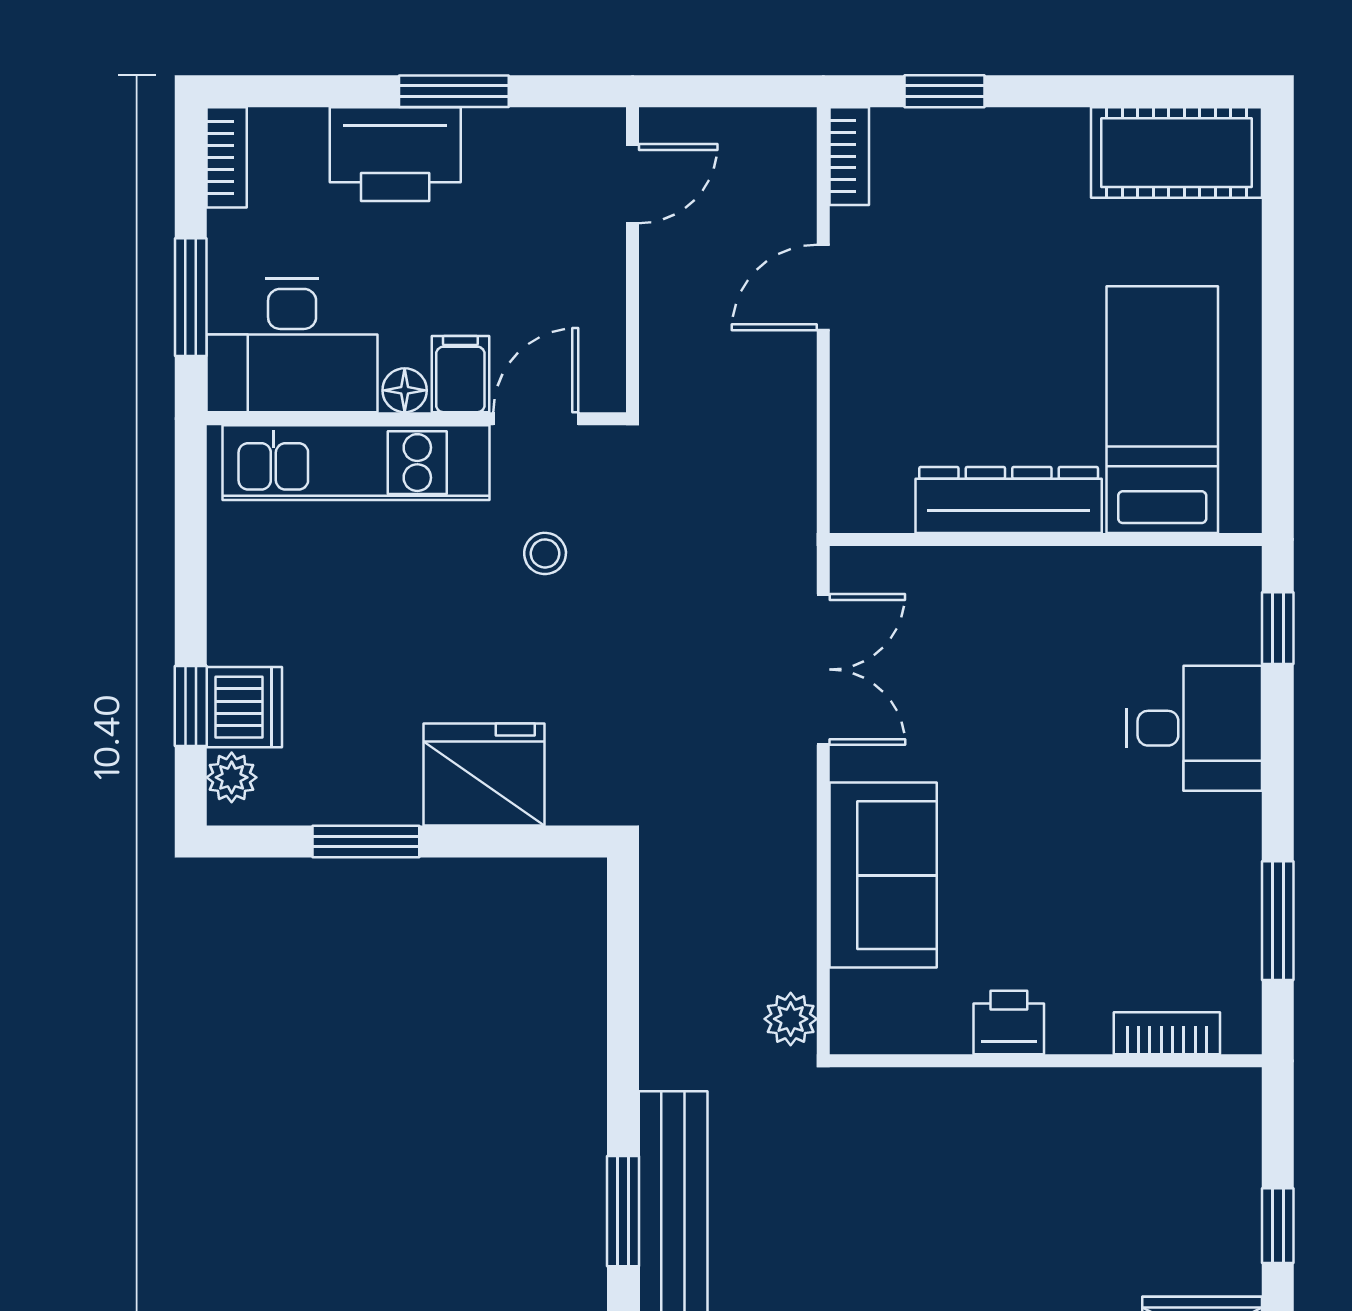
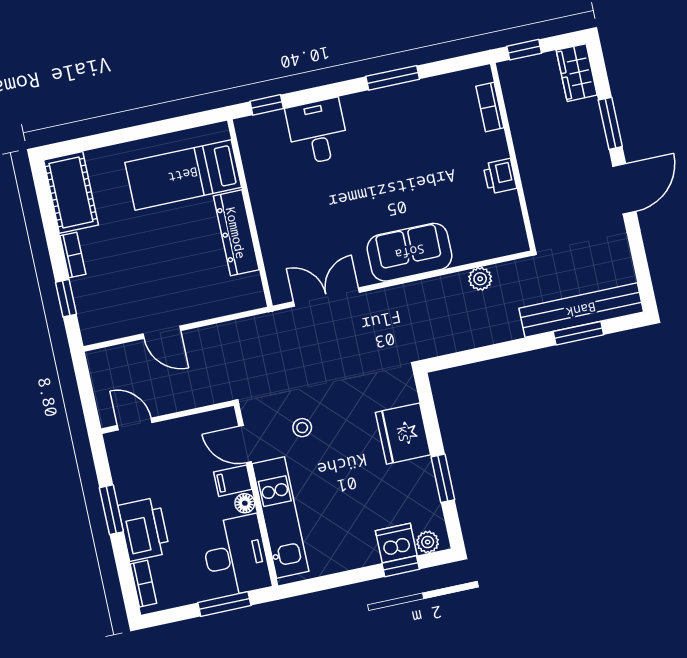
bookcase: (849, 156) -> (73, 255), moved, turned 90
bookcase: (227, 157) -> (143, 584), moved, turned 90
printer: (1009, 1023) -> (500, 176), moved
bookcase: (1167, 1033) -> (490, 107), moved
wall: (1046, 1061) -> (513, 157), moved

